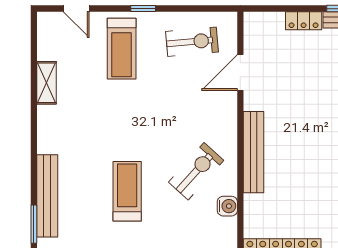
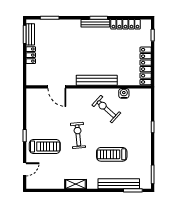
exercise bike: (192, 42) -> (78, 135), moved
shelving: (47, 83) -> (76, 184), moved
treadmill: (127, 191) -> (112, 154), moved

